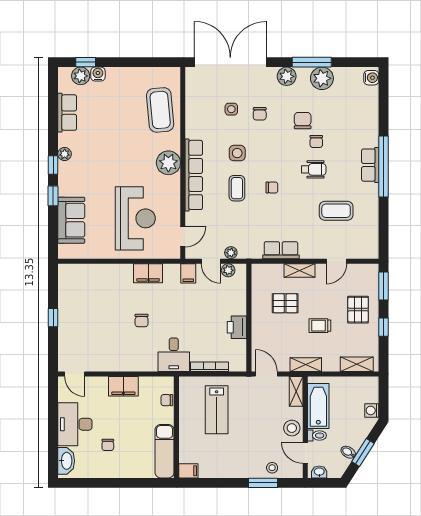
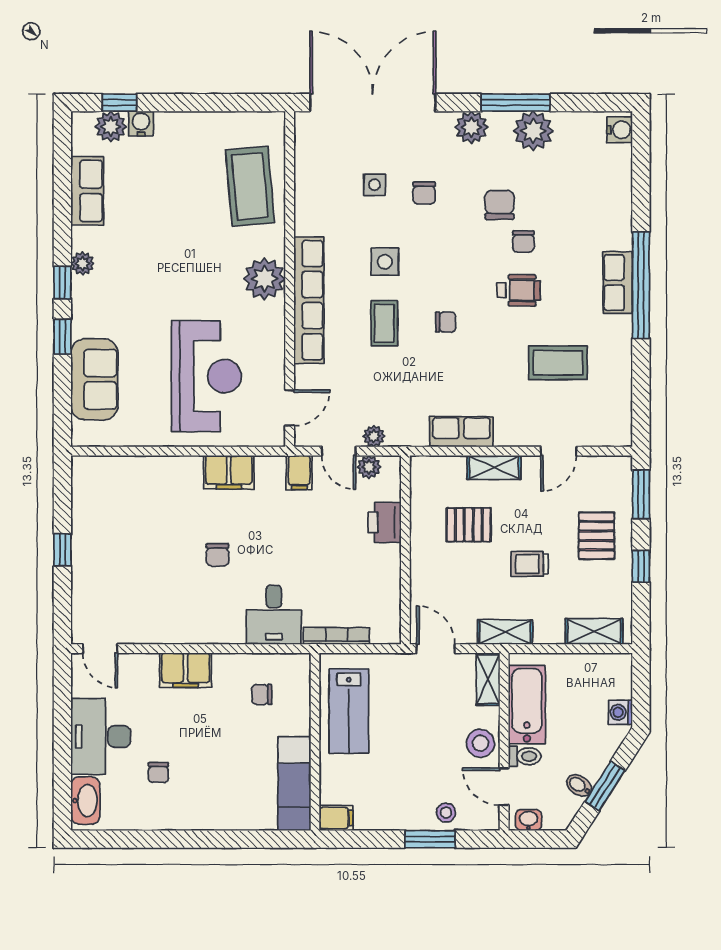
printer: (237, 327) -> (384, 522), moved
wall: (176, 427) -> (315, 742), moved
exam couch: (165, 451) -> (294, 784), moved
filing cabinet: (188, 471) -> (336, 818), moved

